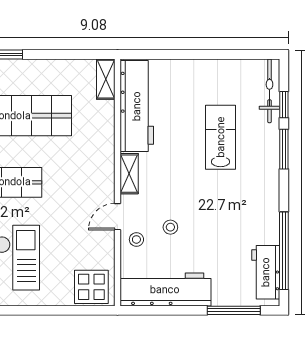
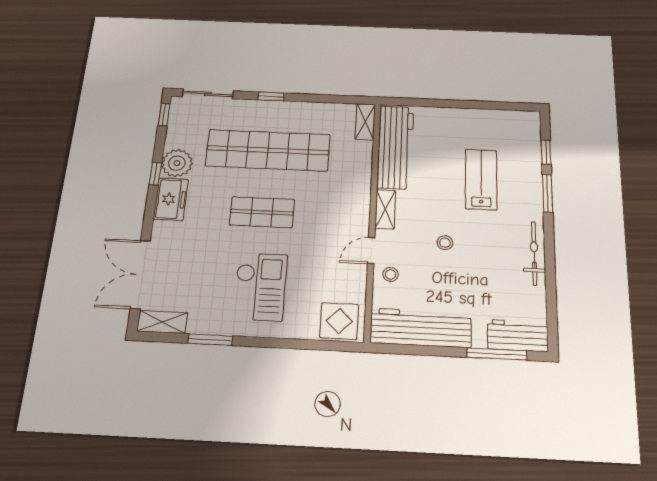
bicycle: (269, 91) -> (534, 253), moved
stool: (170, 227) -> (445, 243), moved
window: (284, 251) -> (551, 293), removed
workbench: (266, 272) -> (518, 335), moved, turned 90

